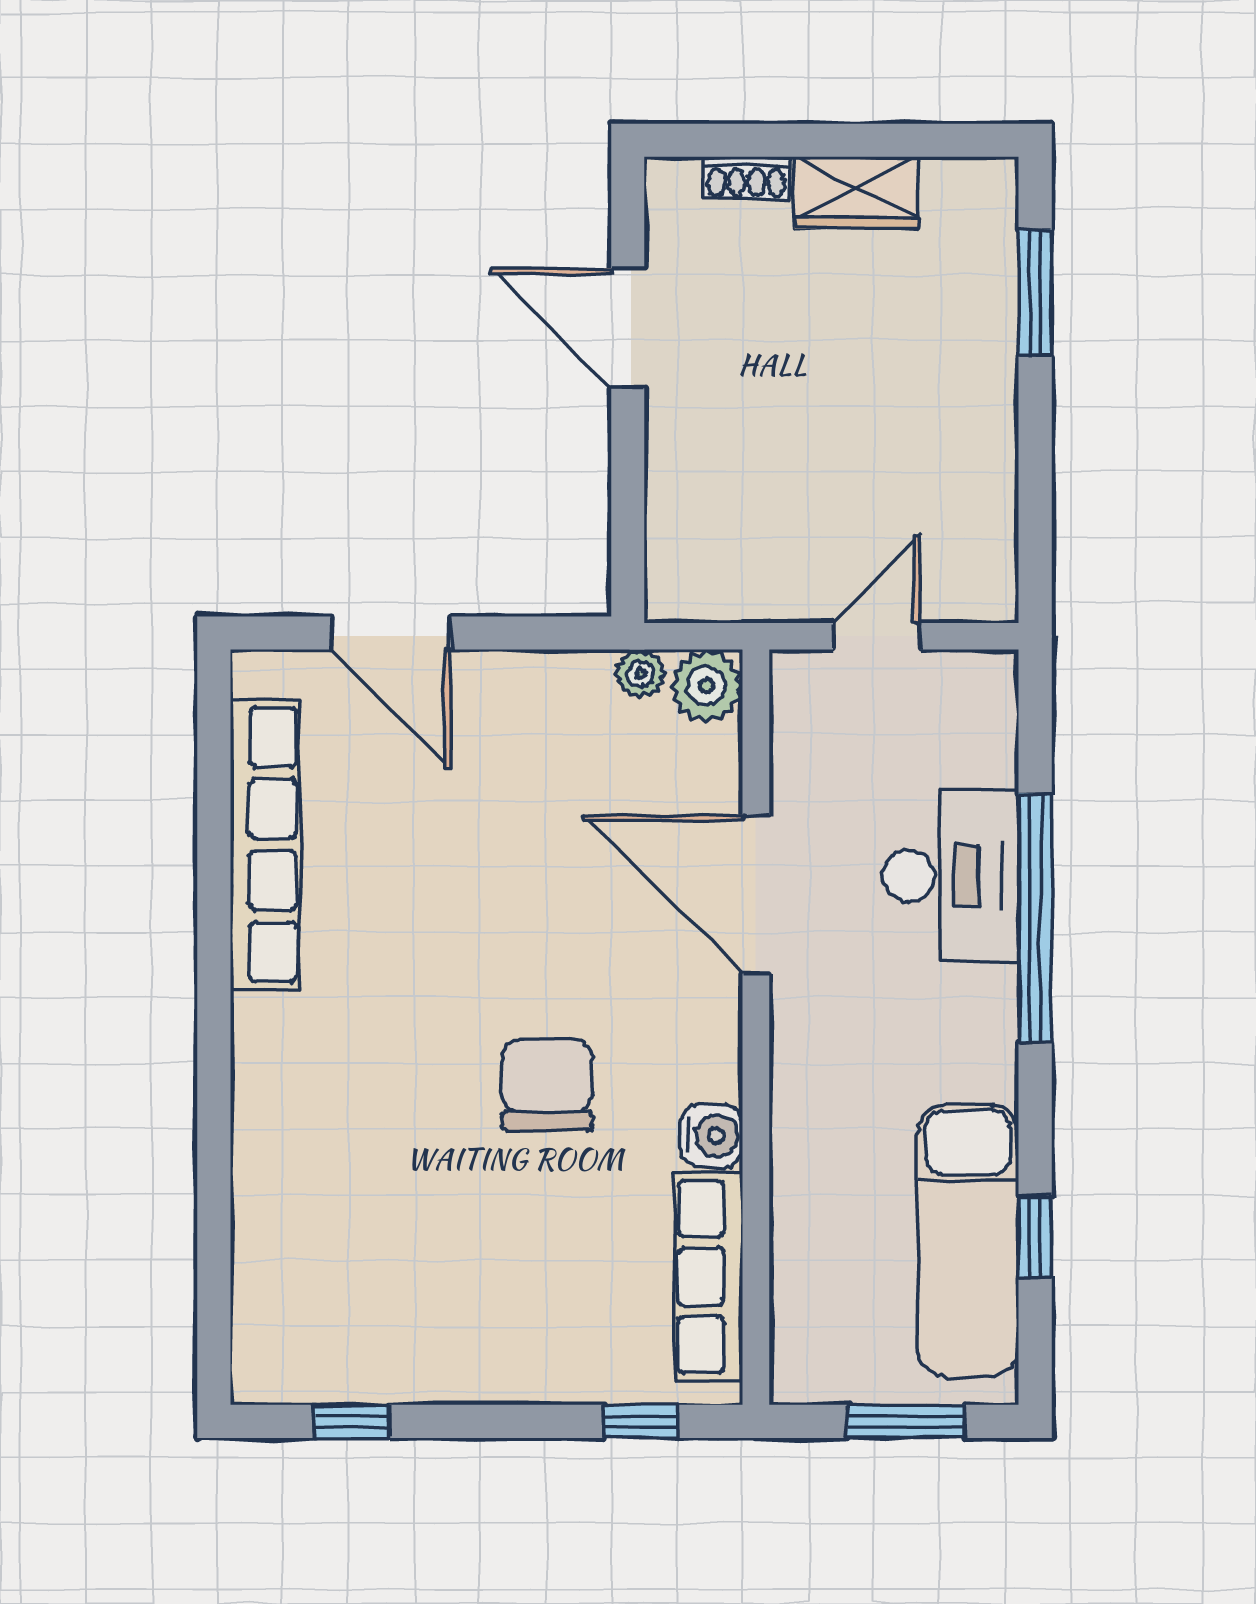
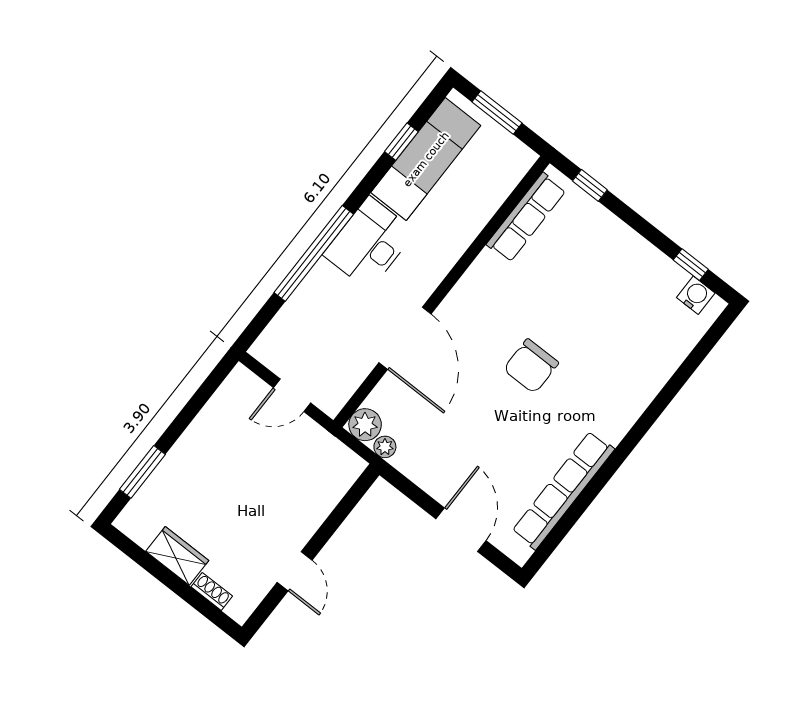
door: (628, 328) -> (295, 571), width x0.73
desk: (951, 876) -> (369, 243), moved
chair: (547, 1085) -> (531, 366), moved
water cooler: (712, 1136) -> (696, 295), moved, turned 90

